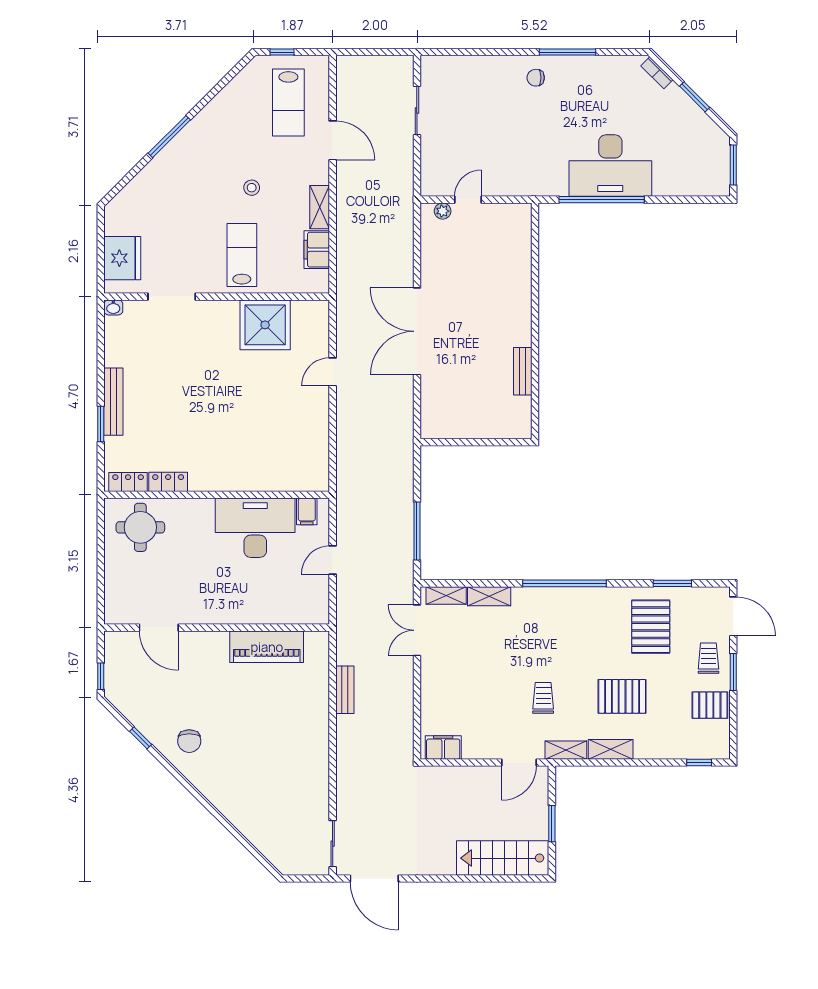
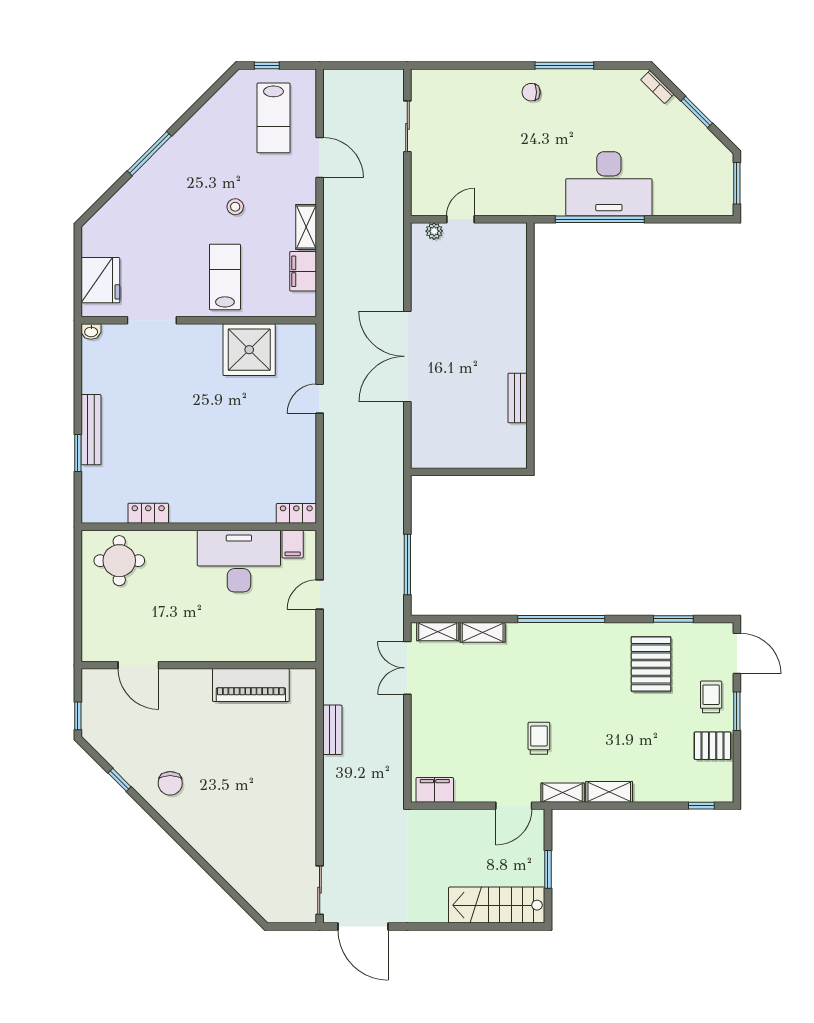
locker: (128, 482) -> (296, 513), moved
pallet: (622, 696) -> (621, 737), removed

